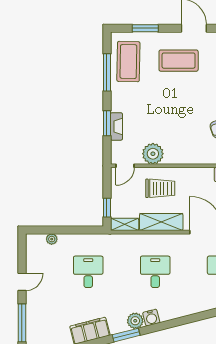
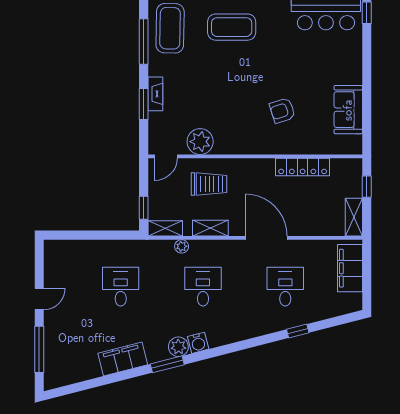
fireplace: (116, 126) -> (155, 94), moved
shelving: (161, 222) -> (210, 228), width x0.67, depth x0.75
plant: (52, 239) -> (182, 246), moved

